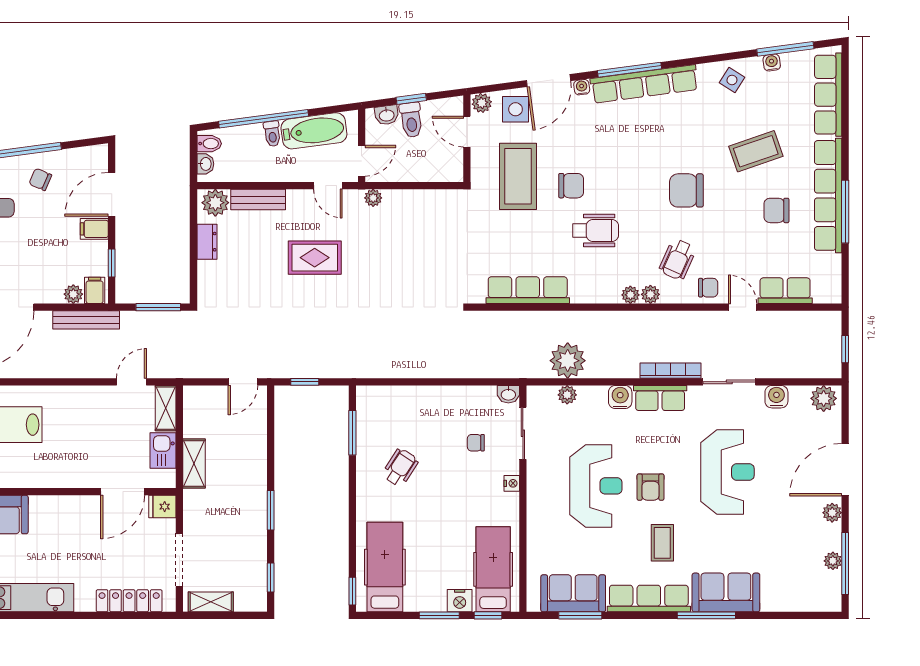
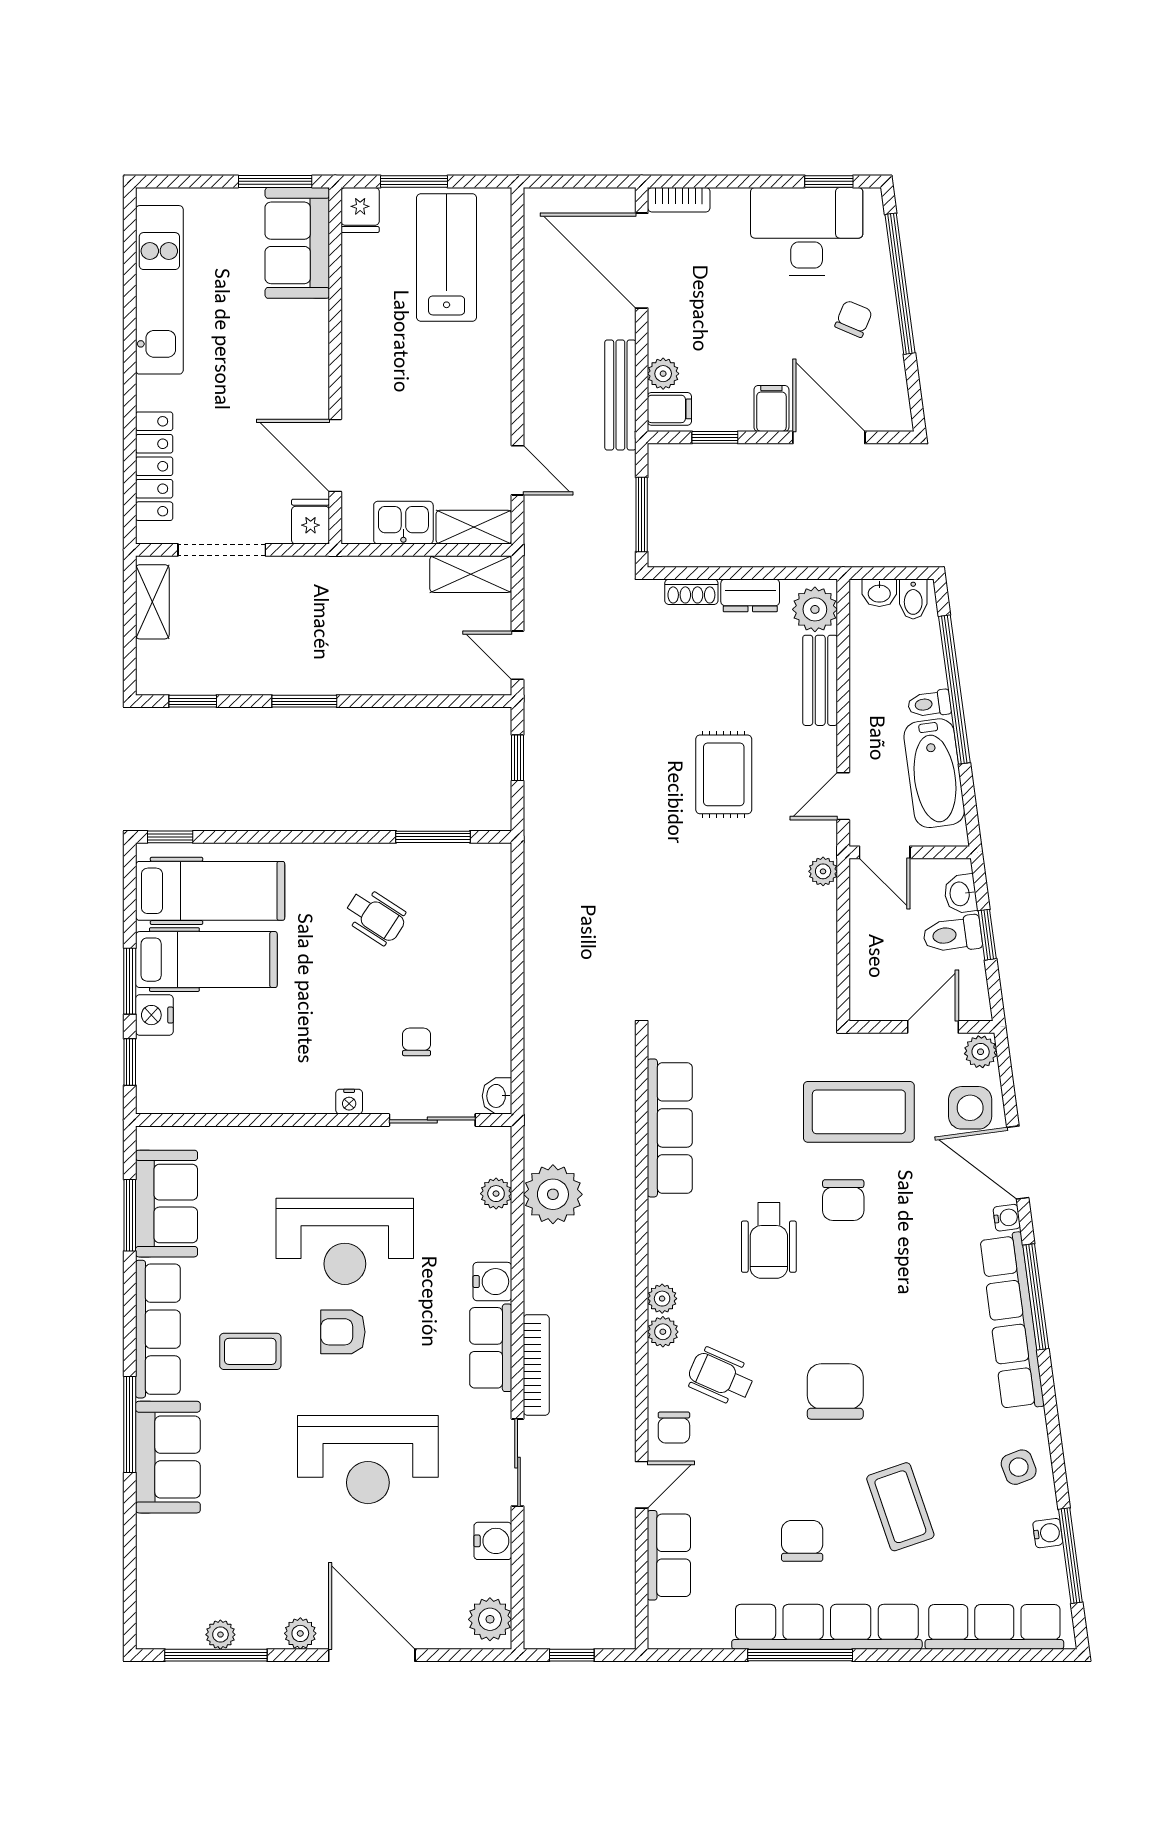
side table: (732, 80) -> (1019, 1467), turned 37
shoe rack: (205, 277) -> (691, 592), added
shelving: (194, 463) -> (471, 574), moved
hospital bed: (493, 569) -> (206, 960), moved

